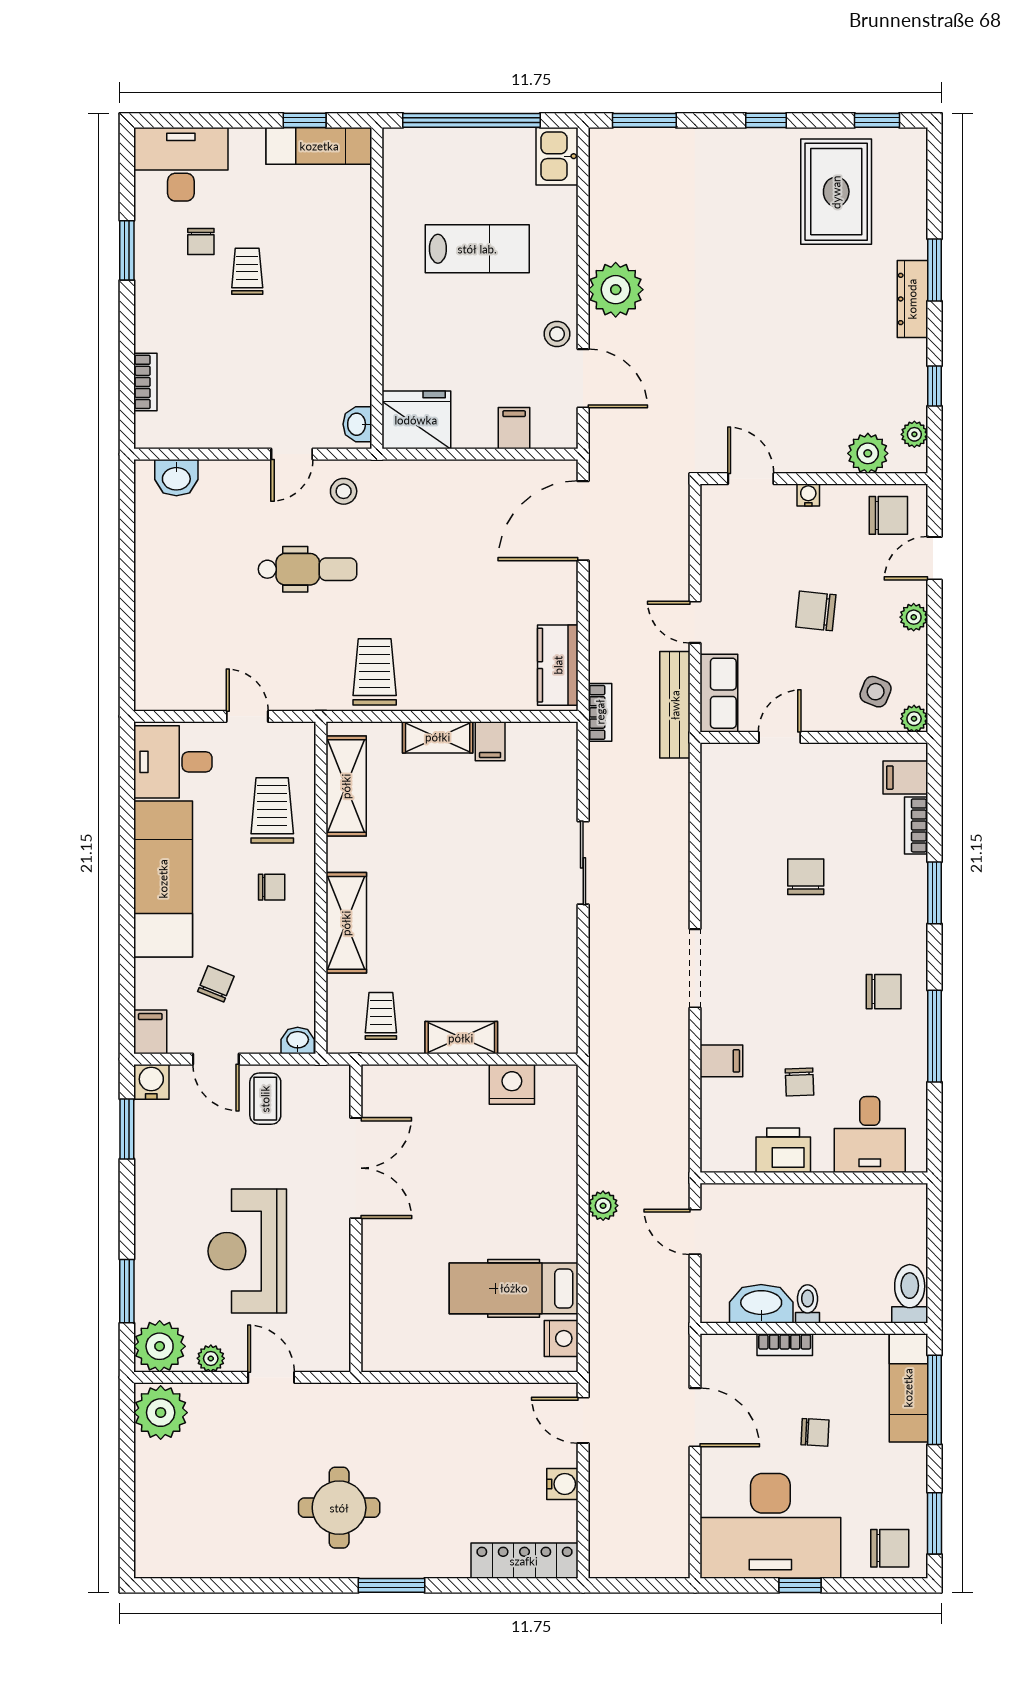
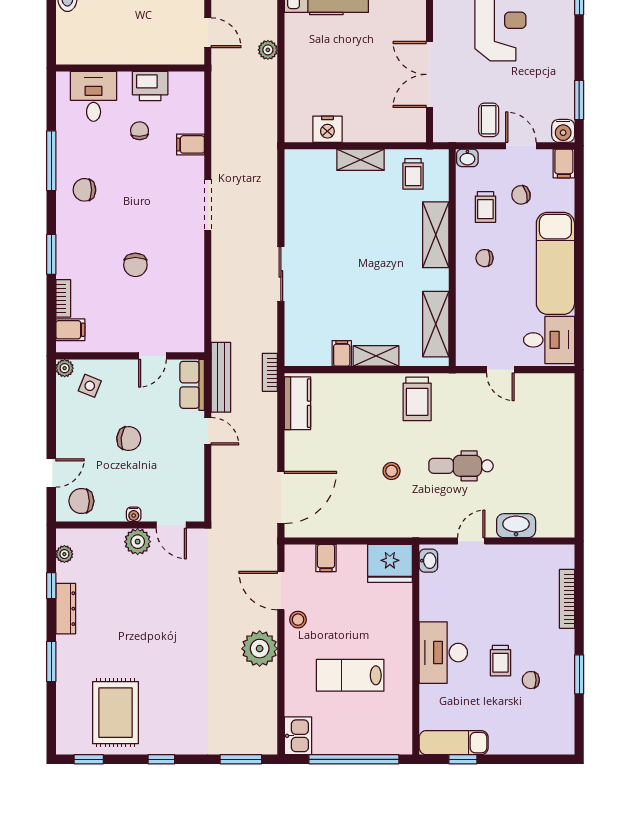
desk: (181, 164) -> (443, 653), moved, turned 90
chair: (201, 241) -> (531, 680), turned -90
dresser: (912, 299) -> (66, 609), moved
bookcase: (145, 382) -> (567, 599), width x1.56
plant: (868, 453) -> (138, 542), moved
washbasin: (176, 478) -> (516, 526), moved, width x1.38
stool: (344, 491) -> (392, 471), moved
plant: (914, 617) -> (65, 435), removed
trolley: (272, 810) -> (485, 207), moved, width x0.73, depth x0.72
chair: (216, 984) -> (521, 195), turned 54

